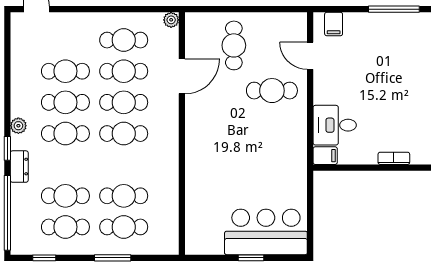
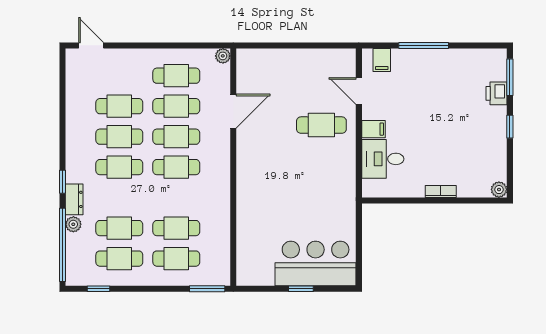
window: (394, 9) -> (424, 45), moved
cafe table: (234, 45) -> (284, 81), removed
plant: (18, 126) -> (73, 224), moved
filing cabinet: (325, 156) -> (373, 129), moved
window: (113, 258) -> (207, 289), moved

